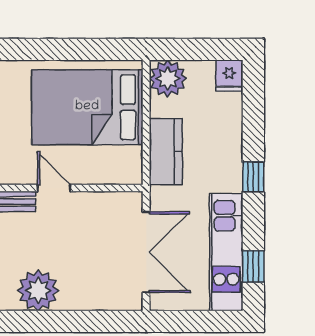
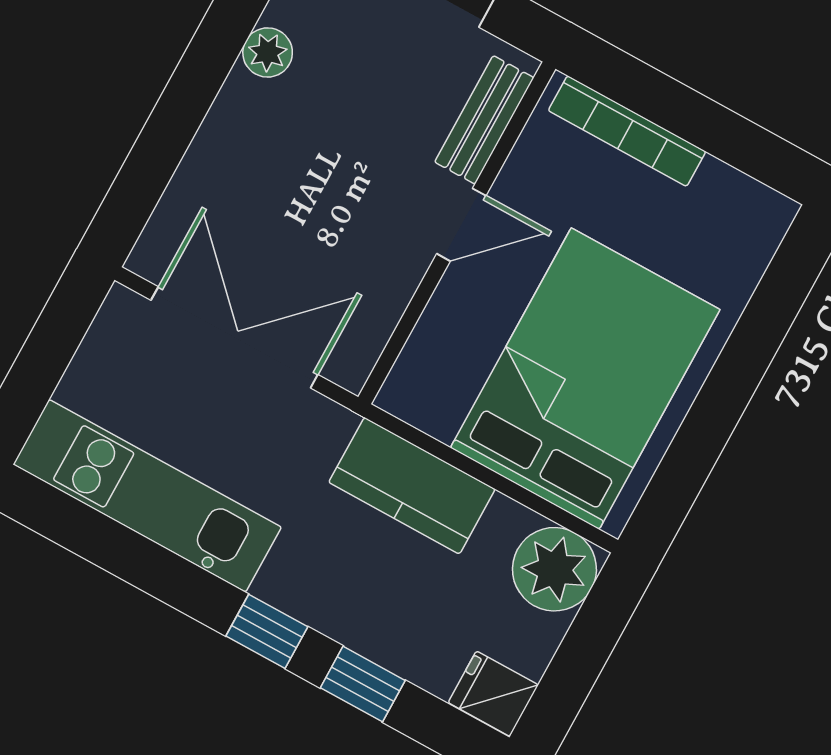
double door: (146, 252) -> (234, 337), swing flipped
window: (253, 266) -> (363, 684), moved
plant: (38, 290) -> (268, 52), width x0.53, depth x0.53

